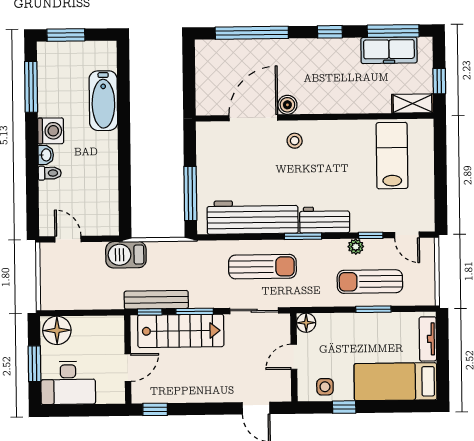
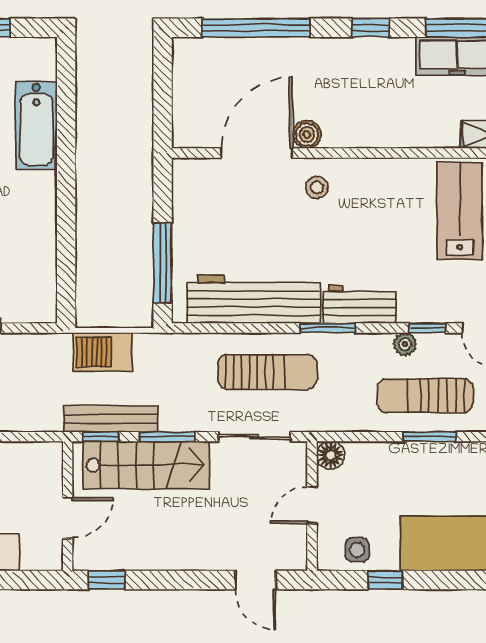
barbecue: (126, 255) -> (103, 352), moved

